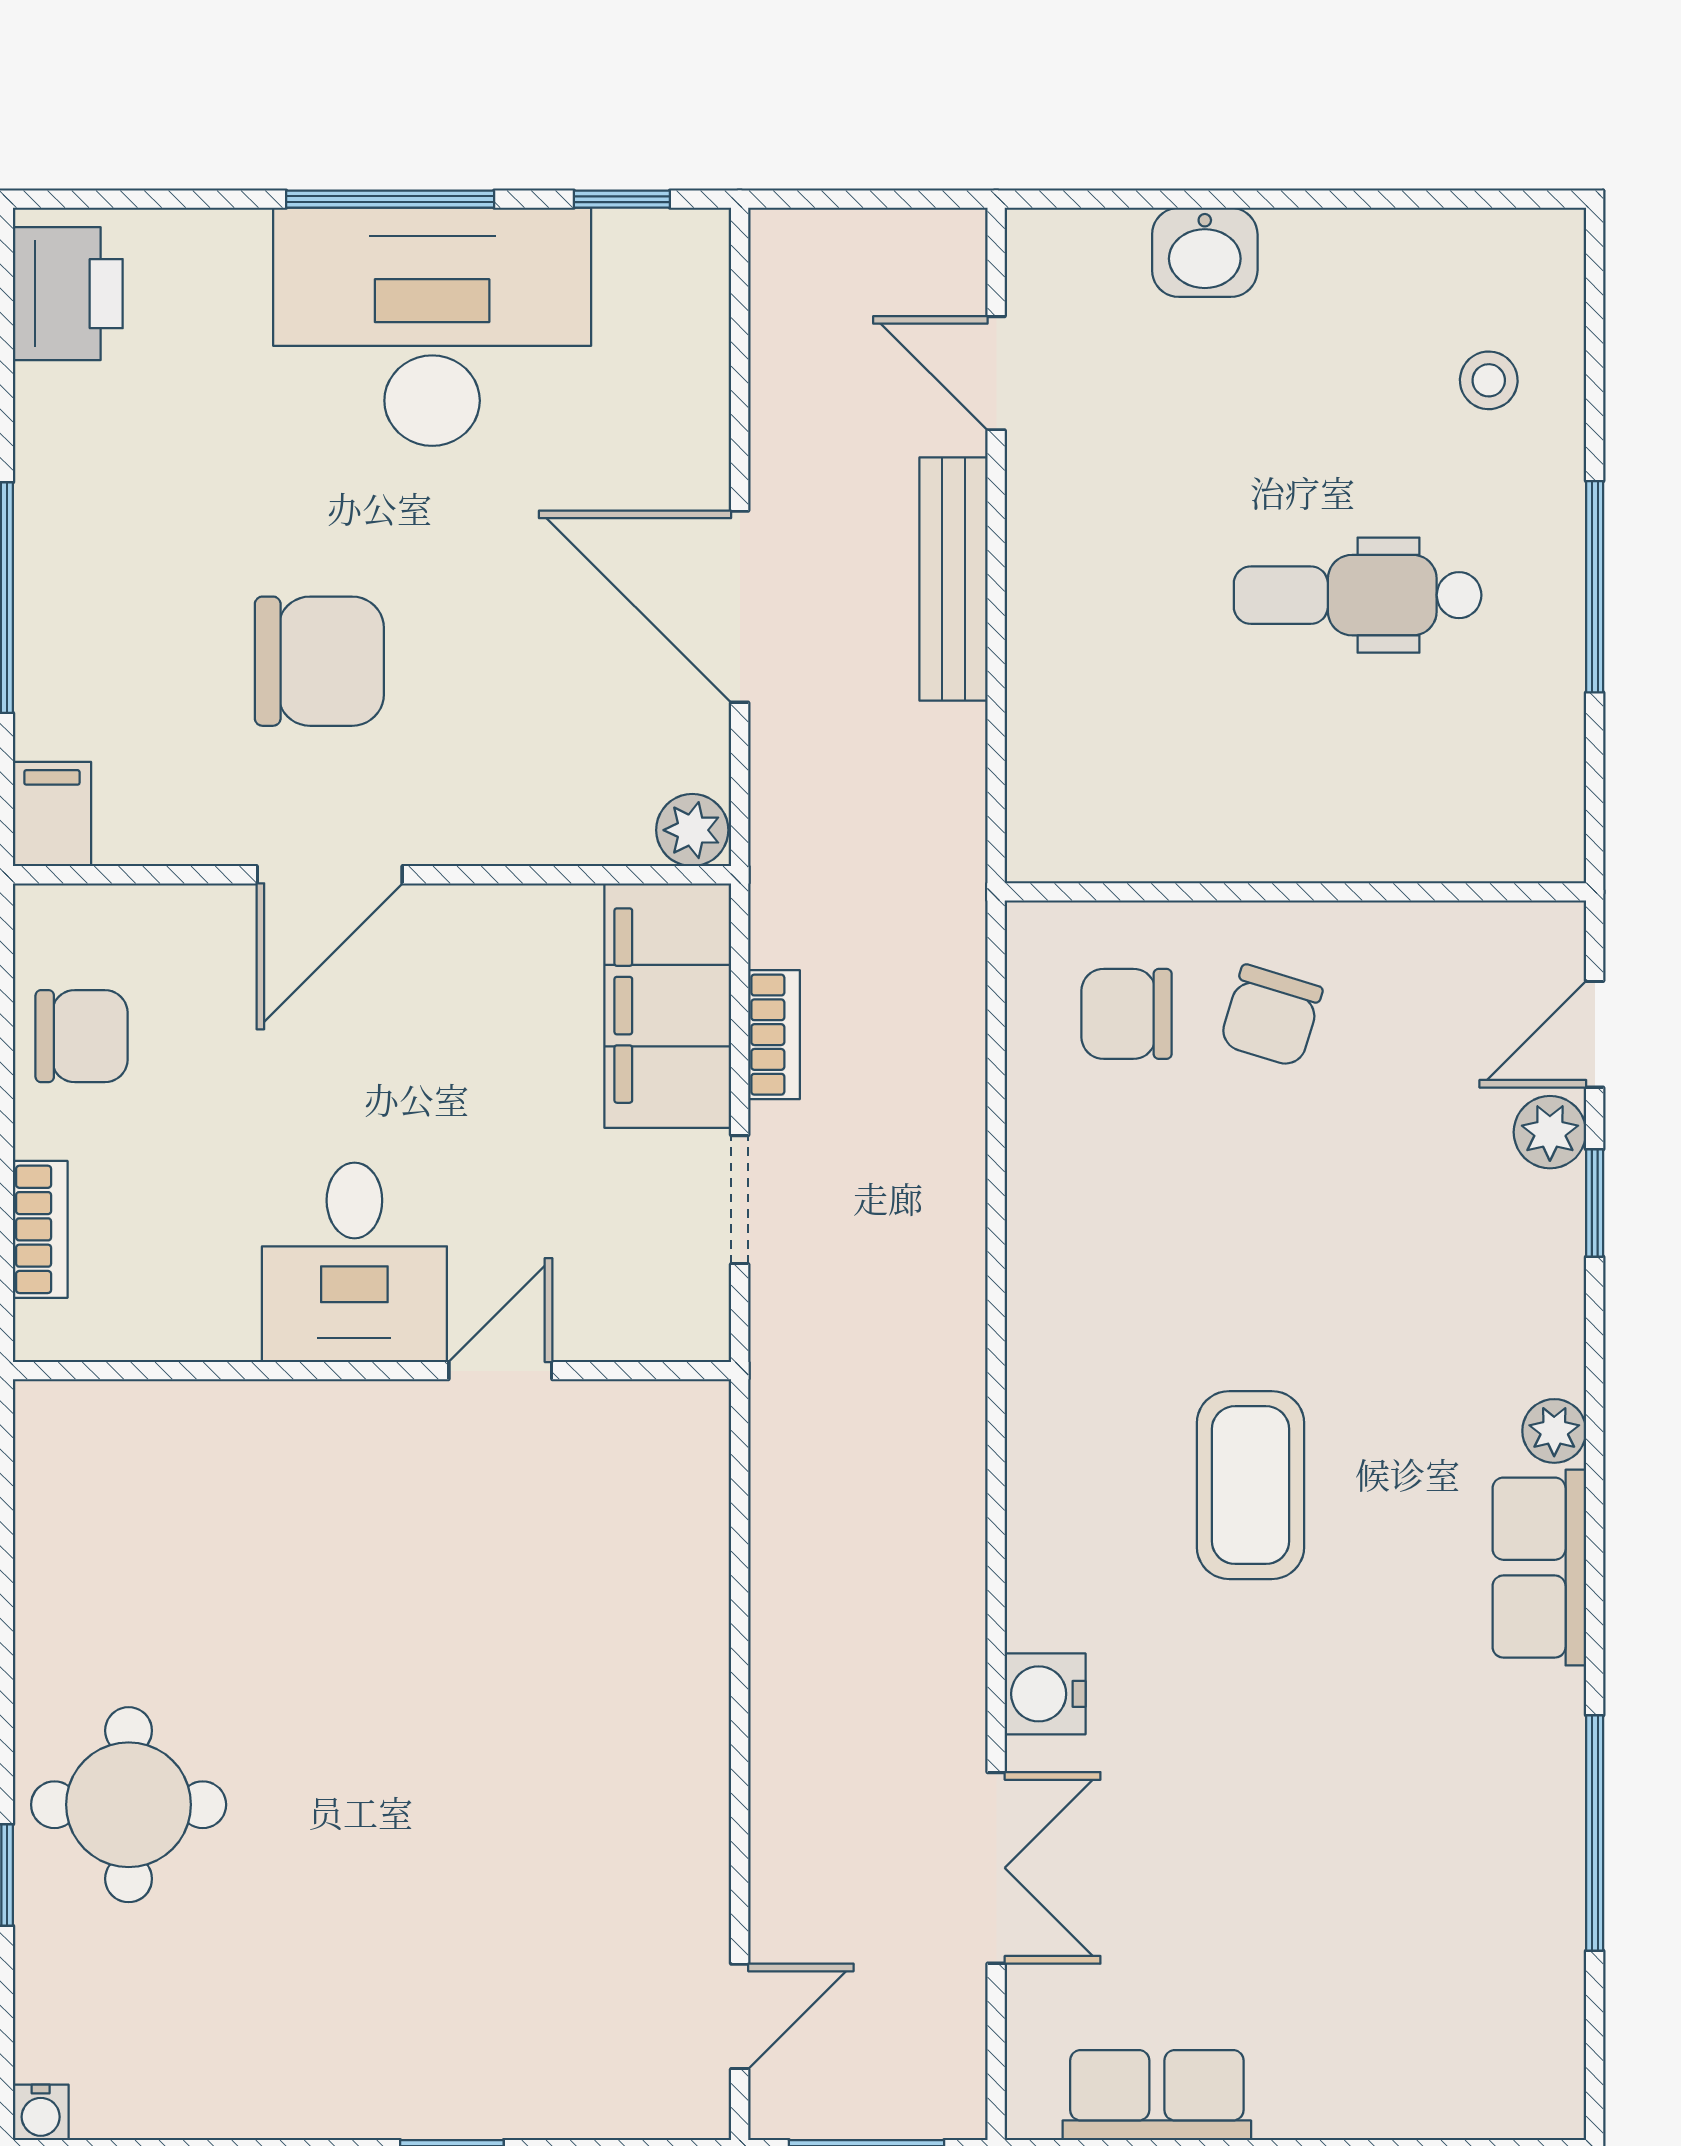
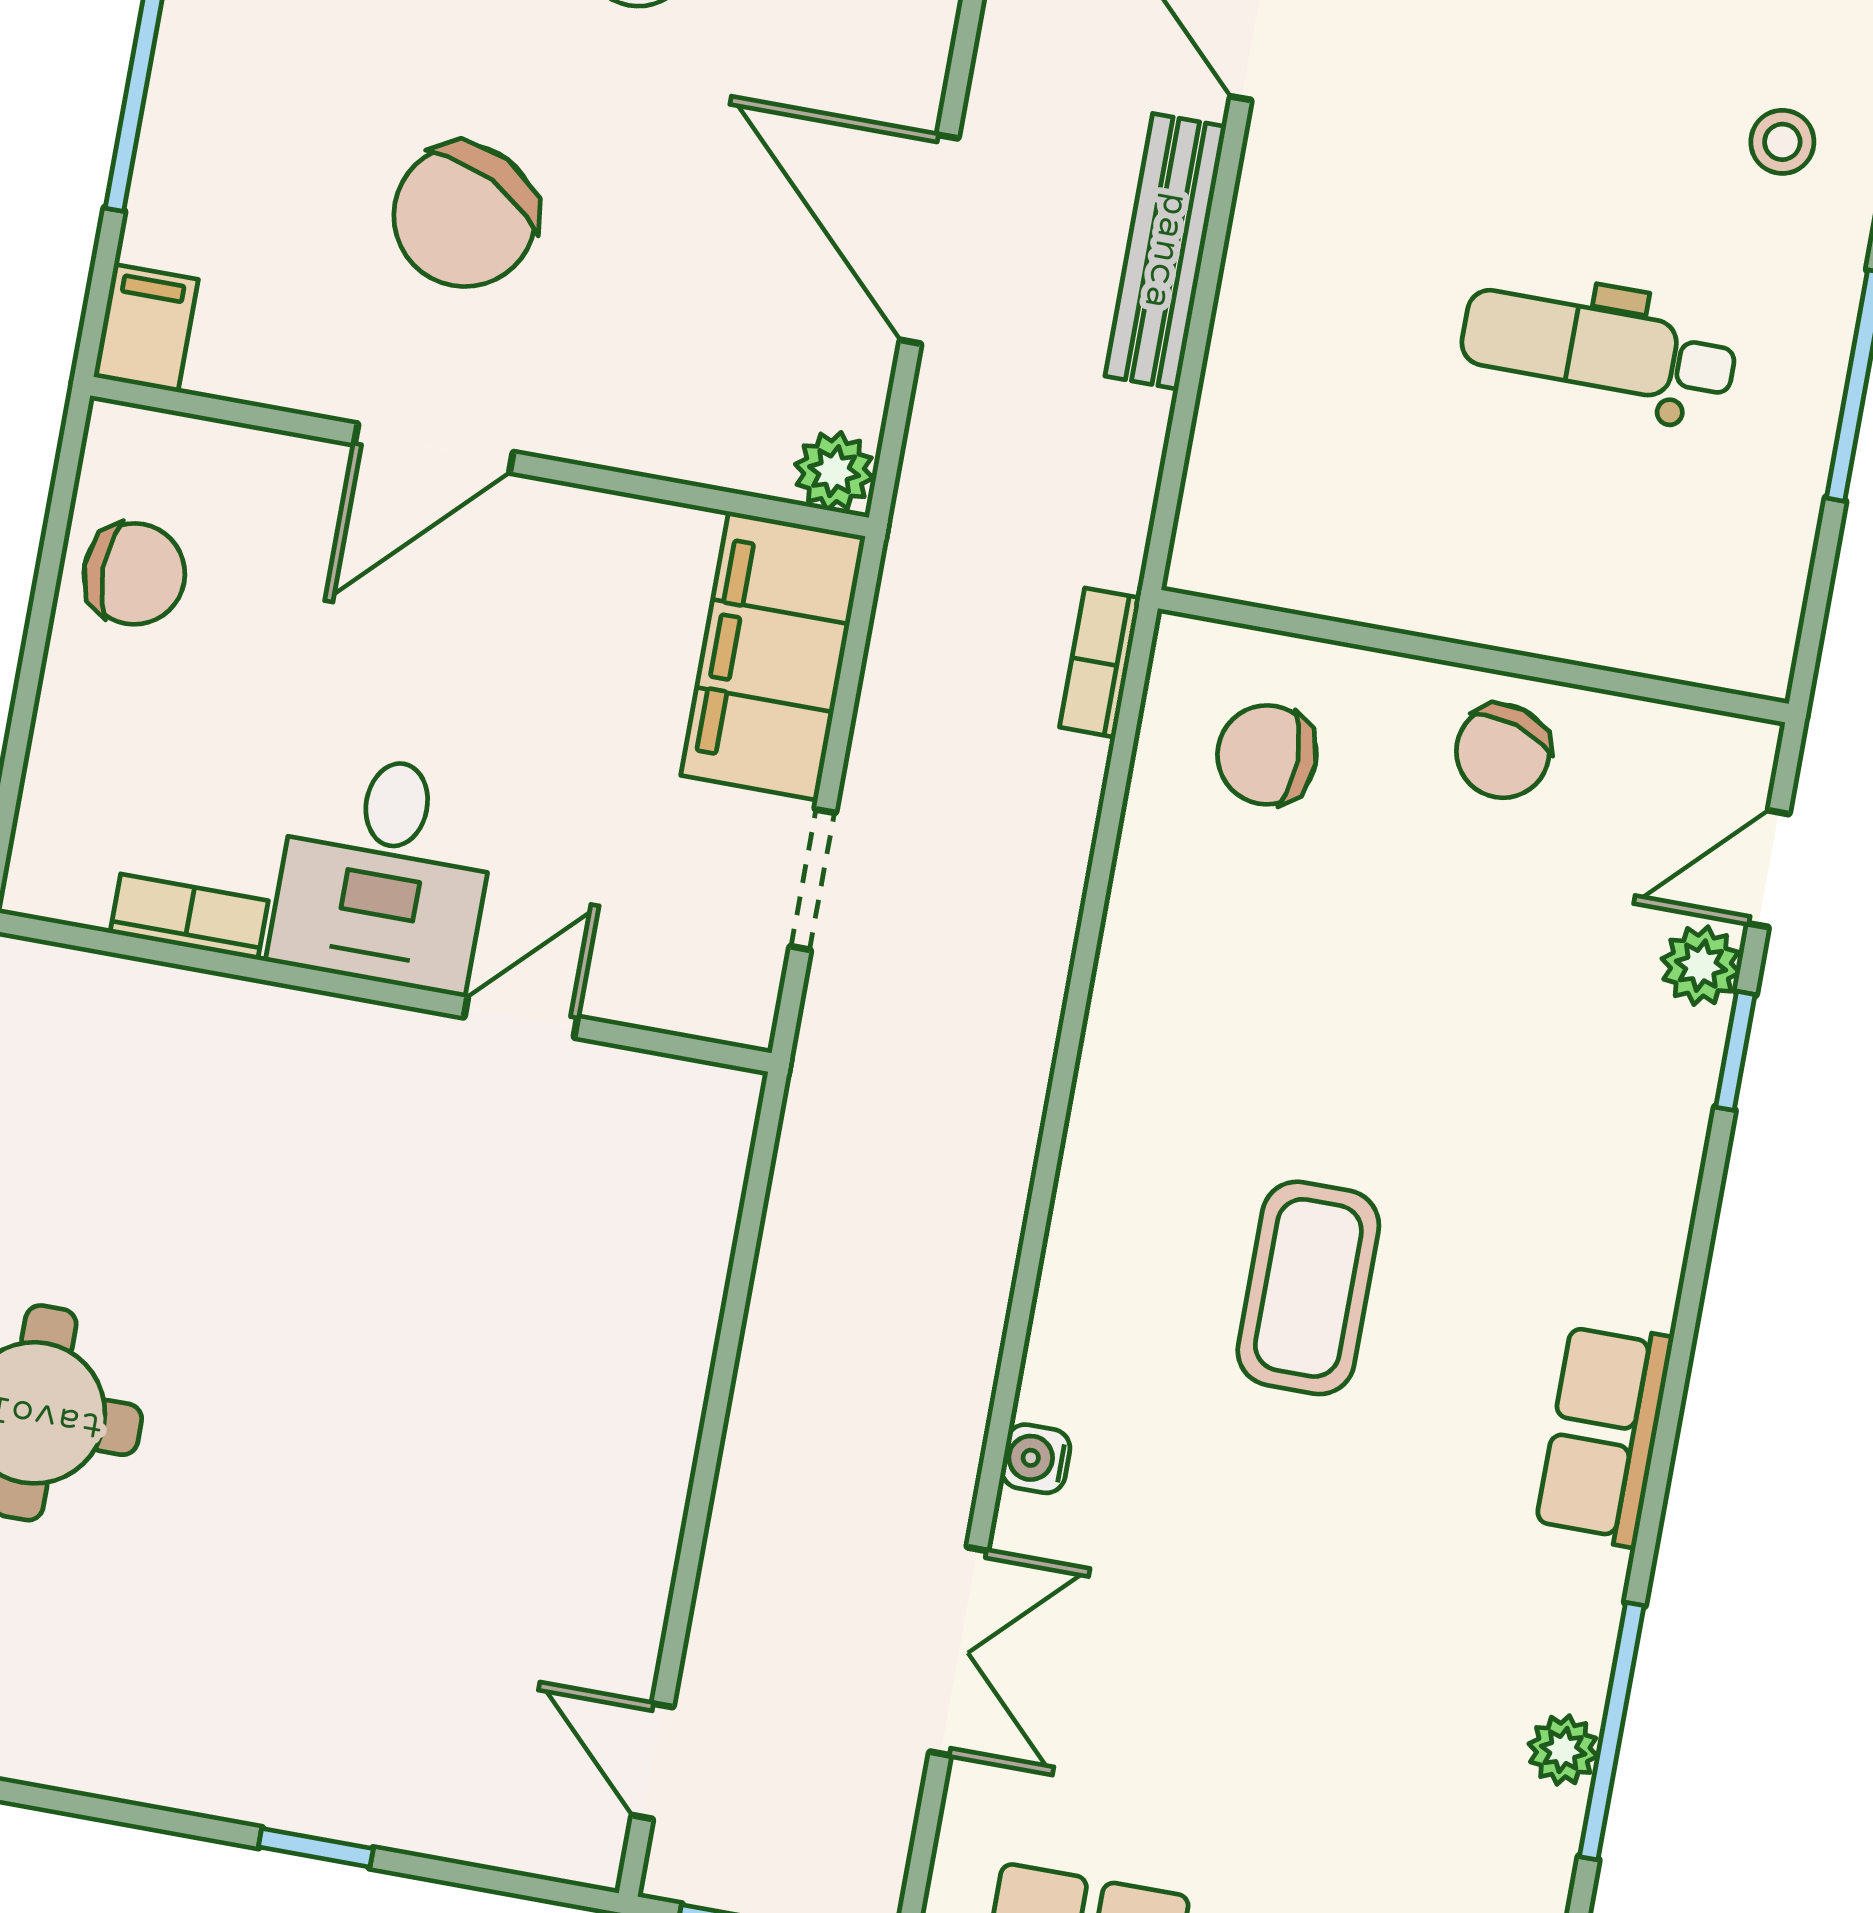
chair: (319, 661) -> (465, 216), turned 117
chair: (1271, 1016) -> (1503, 751), moved
bookcase: (774, 1035) -> (1100, 663), moved, turned 180
bookcase: (40, 1229) -> (189, 917), moved, turned -90
plant: (1554, 1431) -> (1563, 1750), moved
water cooler: (1045, 1694) -> (1036, 1459), width x0.72, depth x0.72
door: (740, 2016) -> (653, 1761), swing flipped

